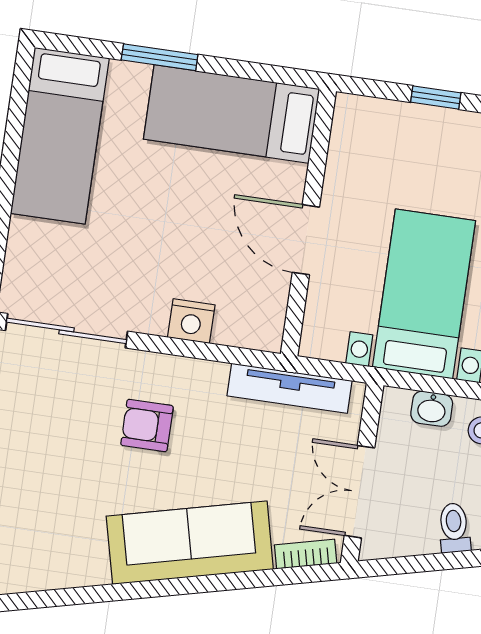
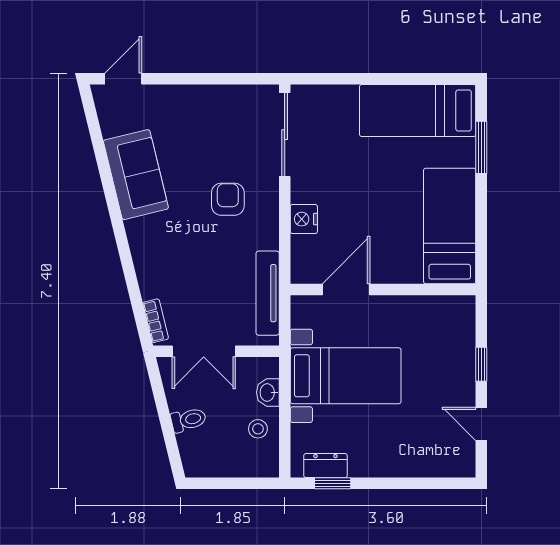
window: (160, 57) -> (481, 147), moved
door: (306, 240) -> (346, 289), moved
double door: (359, 492) -> (204, 351), swing flipped
sofa: (190, 543) -> (136, 175), moved, width x0.73

